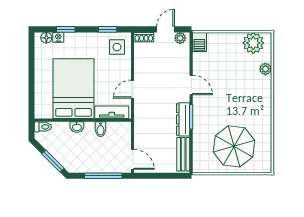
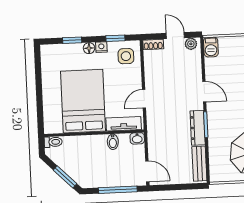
door: (166, 29) -> (175, 36), hinge flipped
nightstand: (58, 37) -> (101, 47), moved
floor lamp: (46, 38) -> (89, 48), moved
washbasin: (77, 127) -> (137, 138), moved

